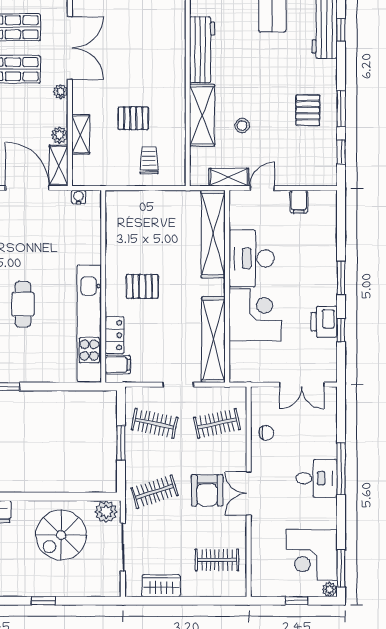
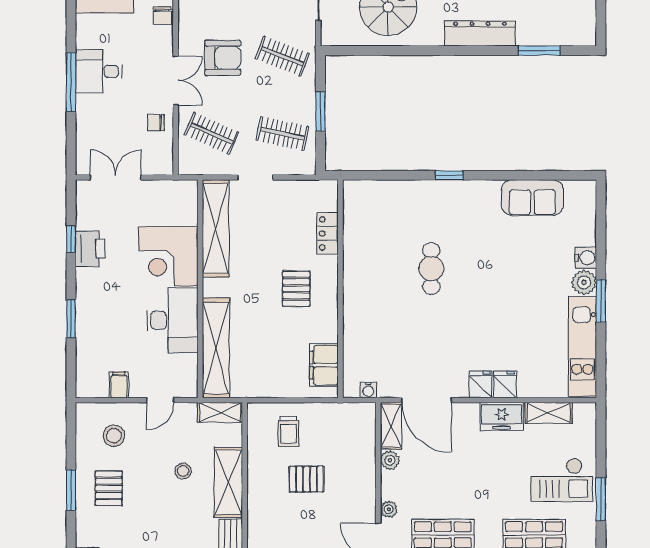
shelving: (81, 134) -> (366, 461), removed
window: (341, 152) -> (71, 441), removed
stool: (303, 157) -> (114, 436), added
shelving: (229, 177) -> (220, 412), moved
window: (341, 278) -> (71, 319), moved
pallet: (142, 286) -> (296, 289), turned 90
kitchen unit: (89, 323) -> (356, 247), removed
filing cabinet: (118, 365) -> (324, 365), moved, width x2.00
clothes rail: (217, 423) -> (211, 133), turned 36
armchair: (207, 490) -> (223, 58), turned 90
clothes rail: (155, 492) -> (282, 56), turned 39
double door: (249, 494) -> (176, 80), moved
plant: (106, 512) -> (337, 33), removed
chair: (261, 527) -> (162, 16), added

